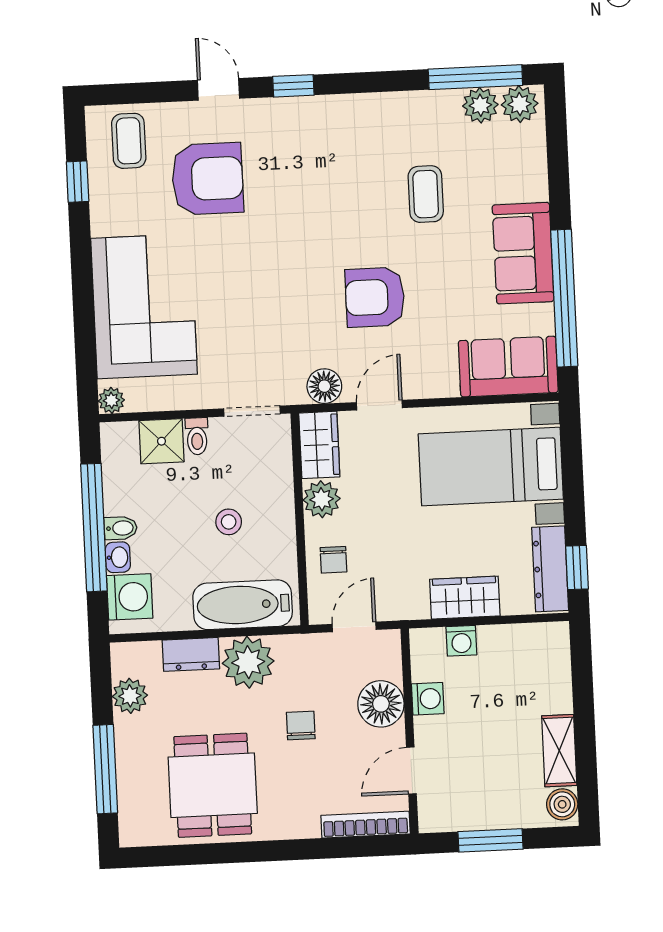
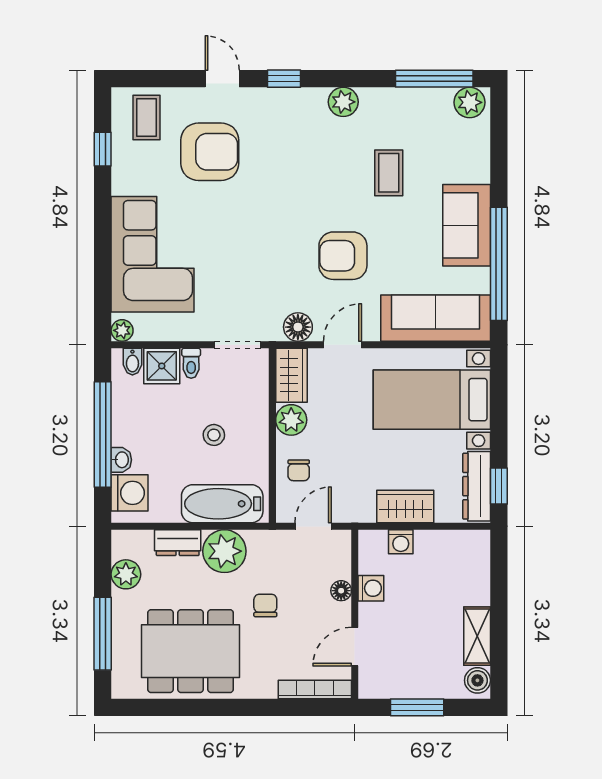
plant: (480, 105) -> (343, 102), moved
sofa: (508, 367) -> (436, 318), width x1.36
bidet: (121, 528) -> (132, 362), moved, turned 90
floor lamp: (381, 704) -> (341, 591), width x0.53, depth x0.53
dining table: (213, 785) -> (191, 651), width x1.38

